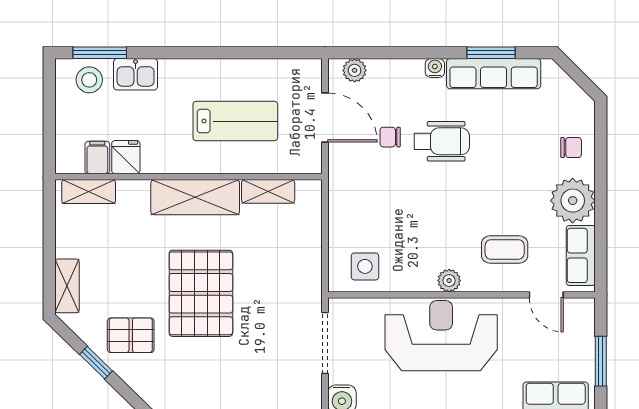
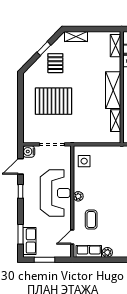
plant: (573, 201) -> (107, 252), width x0.53, depth x0.53
pallet: (201, 293) -> (53, 101), moved

